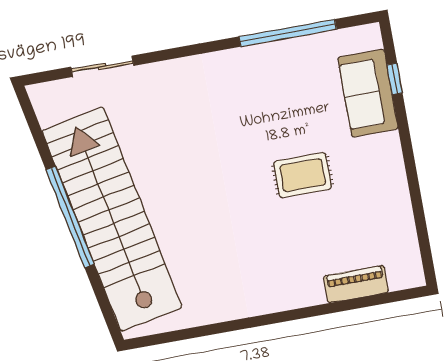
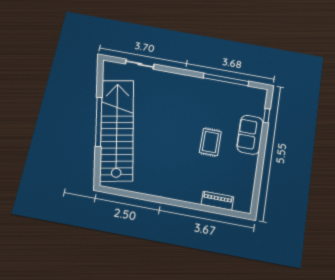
sofa: (368, 93) -> (250, 135), moved
rug: (303, 175) -> (210, 142), turned 90

